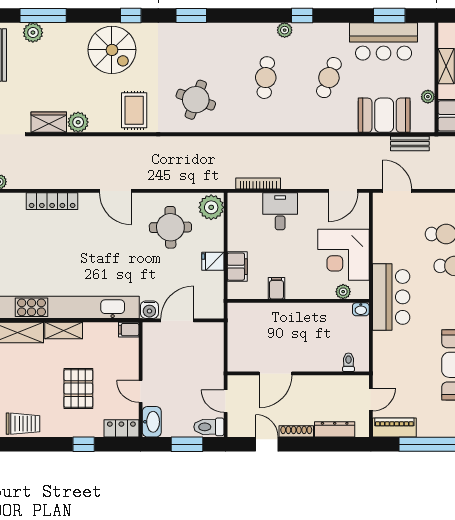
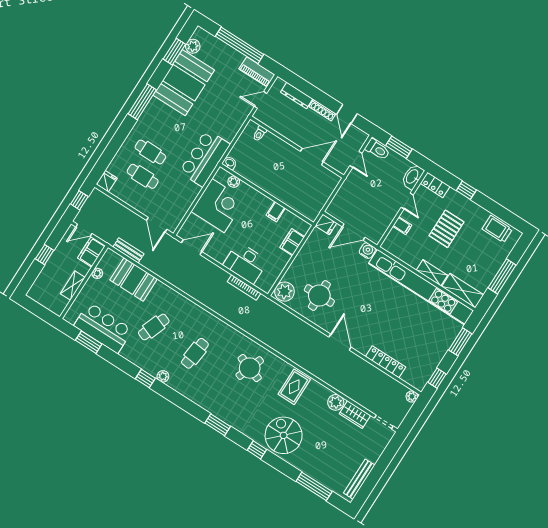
plant: (33, 33) -> (328, 480), removed
desk: (280, 211) -> (245, 263), width x1.37
fridge: (213, 261) -> (326, 224), moved
filing cabinet: (129, 330) -> (402, 226), moved

